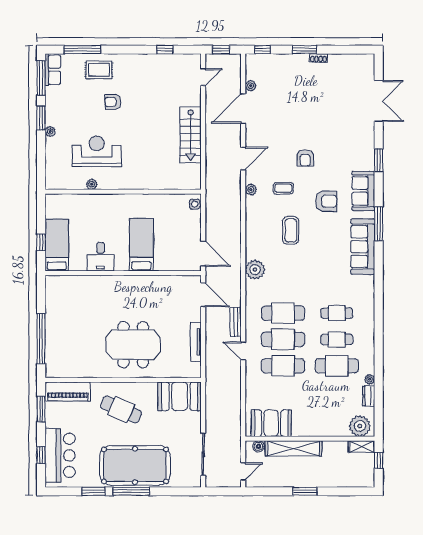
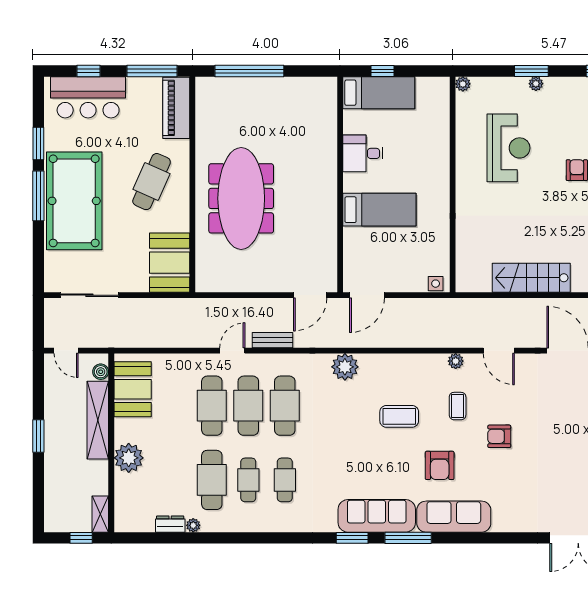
window: (41, 118) -> (531, 71), moved
window: (379, 160) -> (352, 538), moved
plant: (92, 184) -> (463, 84), moved
sofa: (363, 191) -> (454, 517), width x1.36
tv unit: (196, 342) -> (245, 285), removed
meeting table: (133, 345) -> (241, 198), width x1.36
window: (41, 409) -> (152, 71), width x1.44
plant: (360, 426) -> (129, 458), moved

